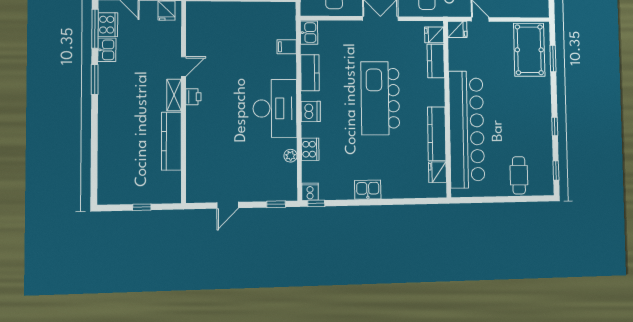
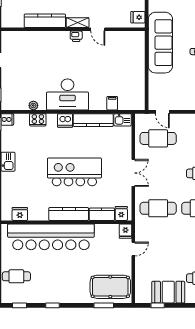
kitchen counter: (310, 73) -> (93, 120), width x1.50
kitchen counter: (437, 134) -> (69, 214), moved

